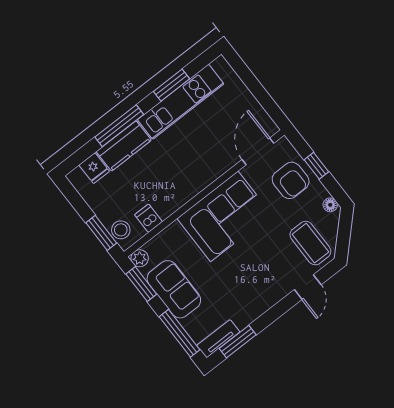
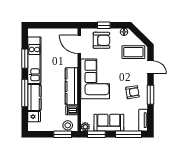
kitchen counter: (185, 189) -> (71, 86), added
armchair: (248, 289) -> (132, 92), added
window: (238, 342) -> (150, 95), moved

